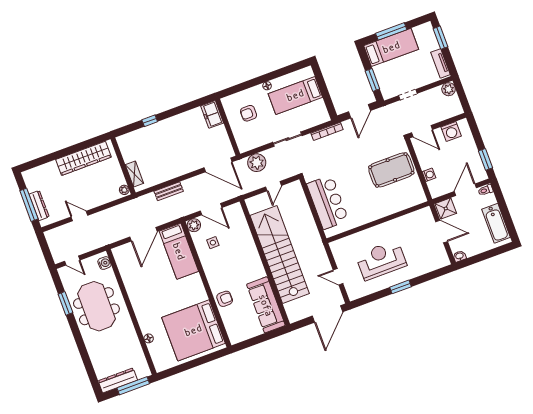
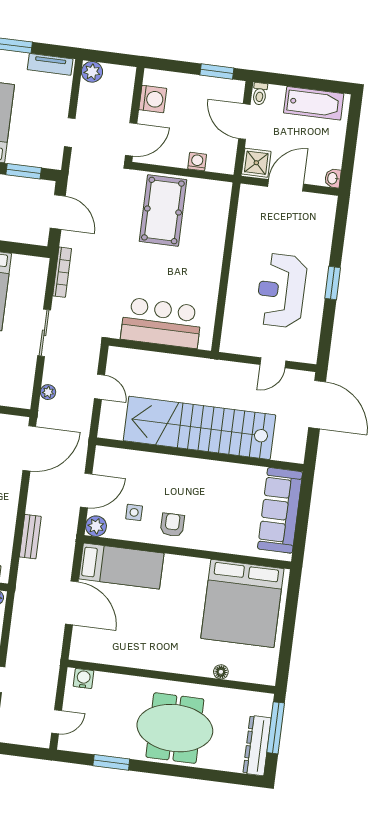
plant: (257, 163) -> (48, 392), width x0.53, depth x0.53
armchair: (225, 299) -> (172, 525), moved
sofa: (266, 305) -> (280, 510), moved, turned 90
meeting table: (96, 306) -> (175, 728), moved

